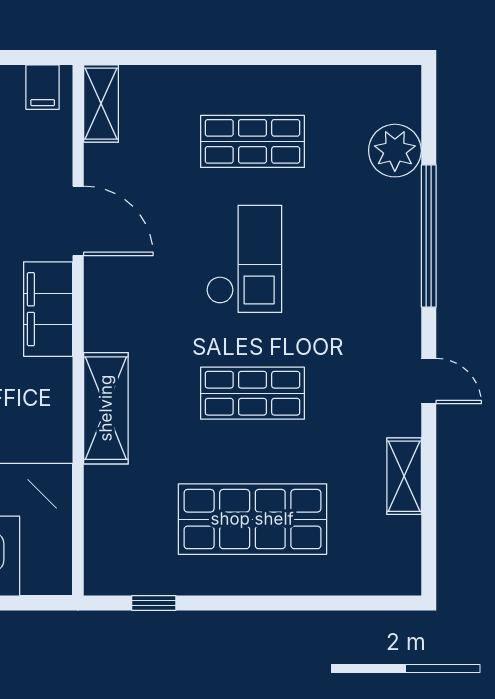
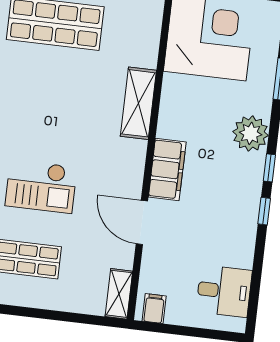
checkout: (244, 259) -> (41, 186), turned -90
shop shelf: (252, 393) -> (46, 102), removed

